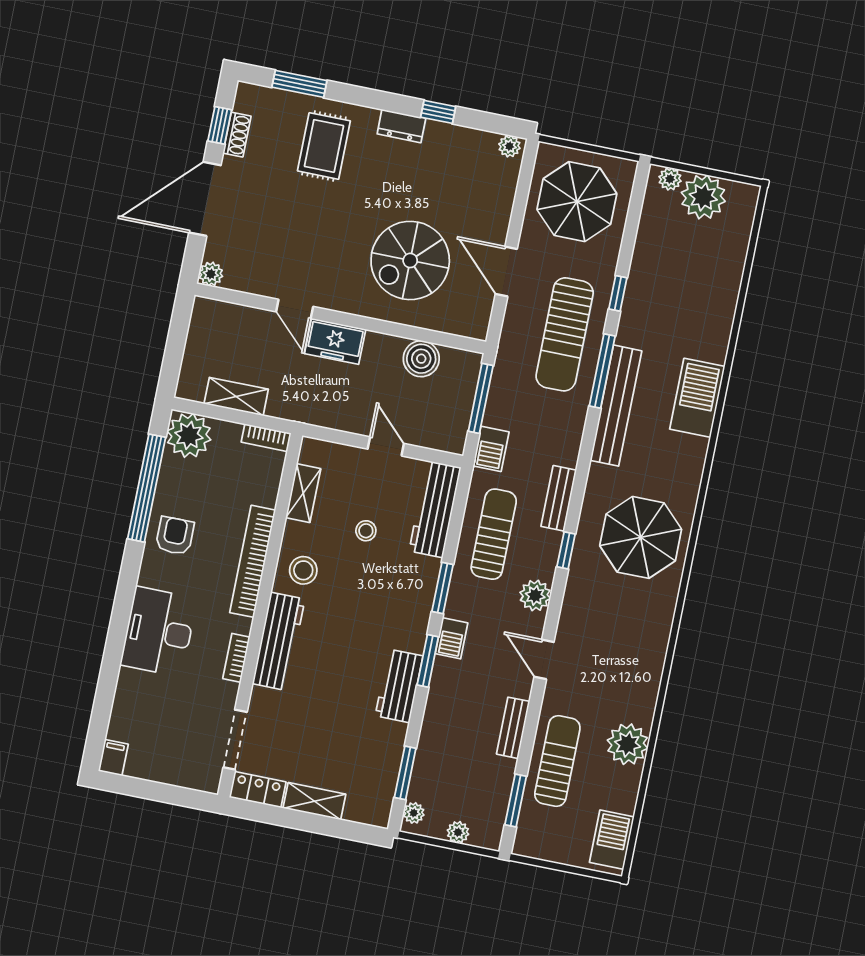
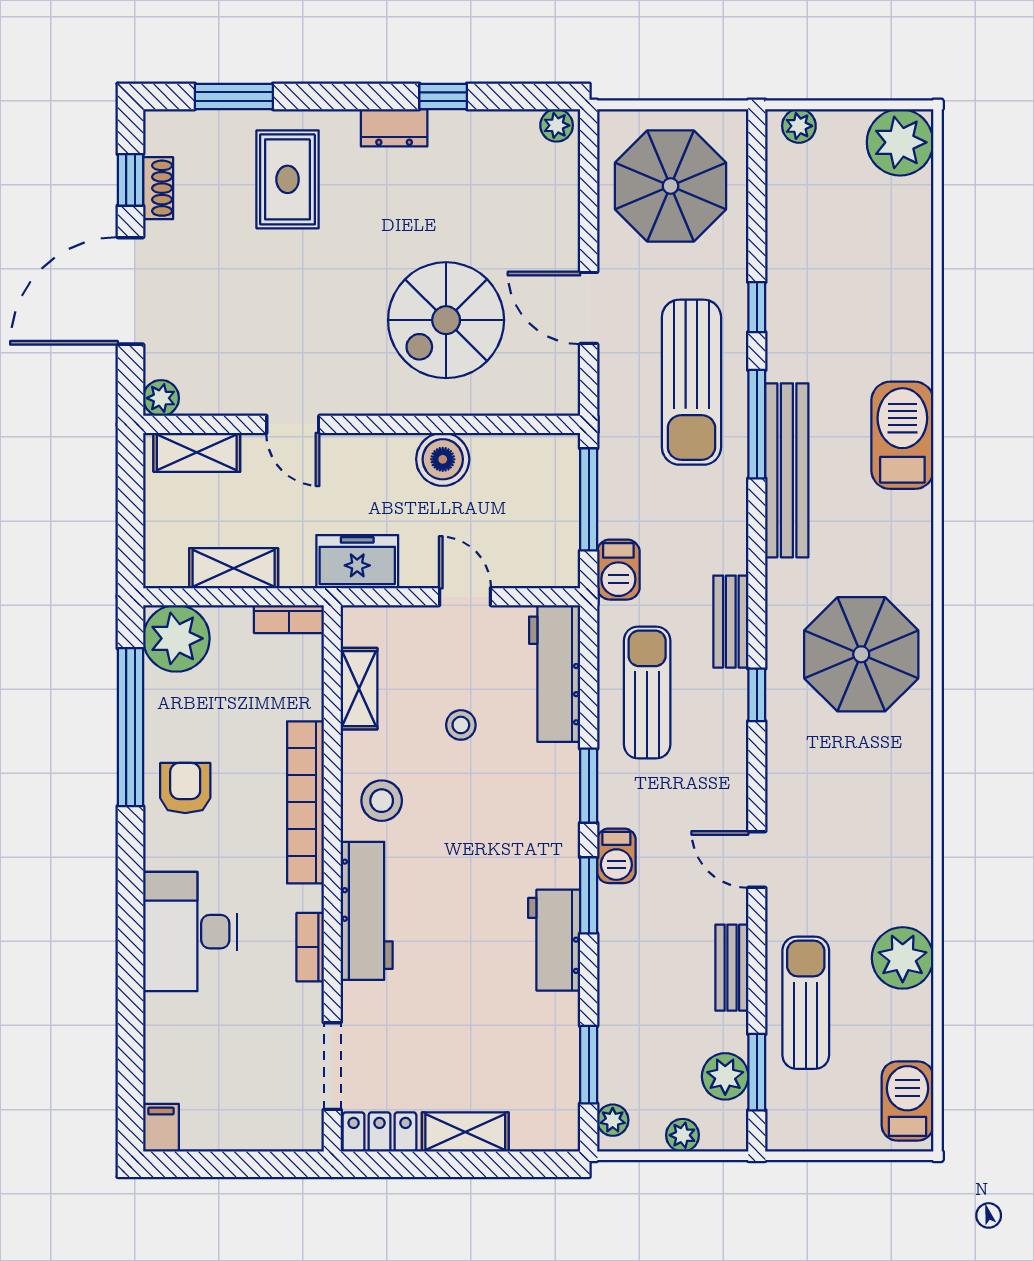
plant: (703, 197) -> (900, 142), moved
shelving: (227, 315) -> (197, 452), added
freezer: (335, 341) -> (357, 562), moved, turned 180
boiler: (421, 359) -> (443, 459), moved
plant: (535, 595) -> (725, 1076), moved

